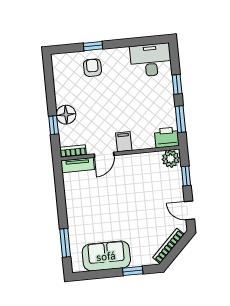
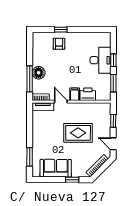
desk: (151, 60) -> (100, 60), moved, turned 90
window: (54, 125) -> (30, 79), width x2.17
printer: (167, 137) -> (88, 94), moved
door: (104, 155) -> (61, 102), swing flipped
plant: (171, 159) -> (104, 109), removed
rug: (135, 199) -> (78, 133), added

